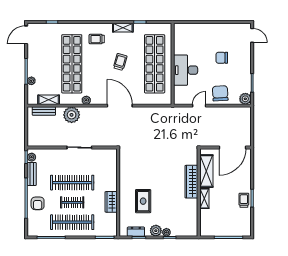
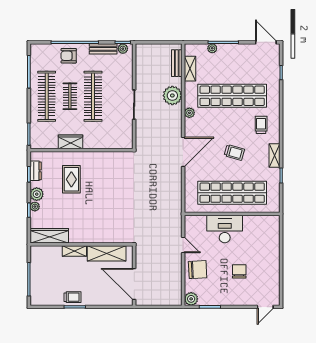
wardrobe: (191, 182) -> (49, 236), moved
rug: (143, 201) -> (71, 179), turned 90

